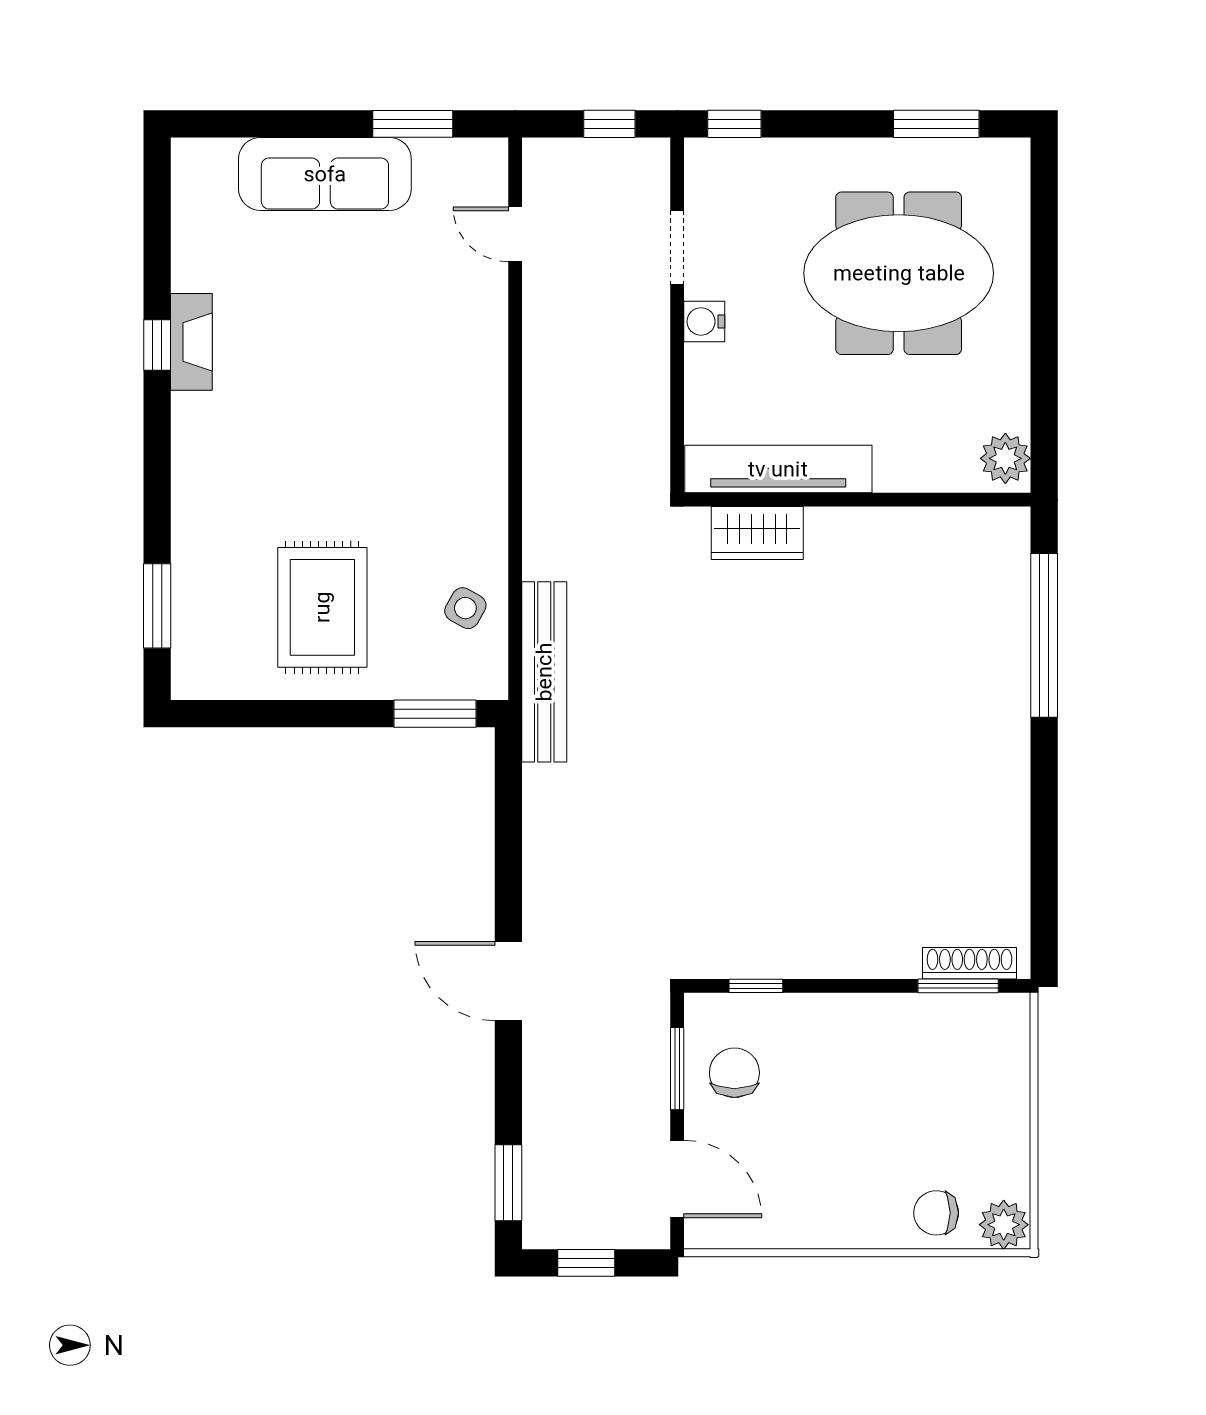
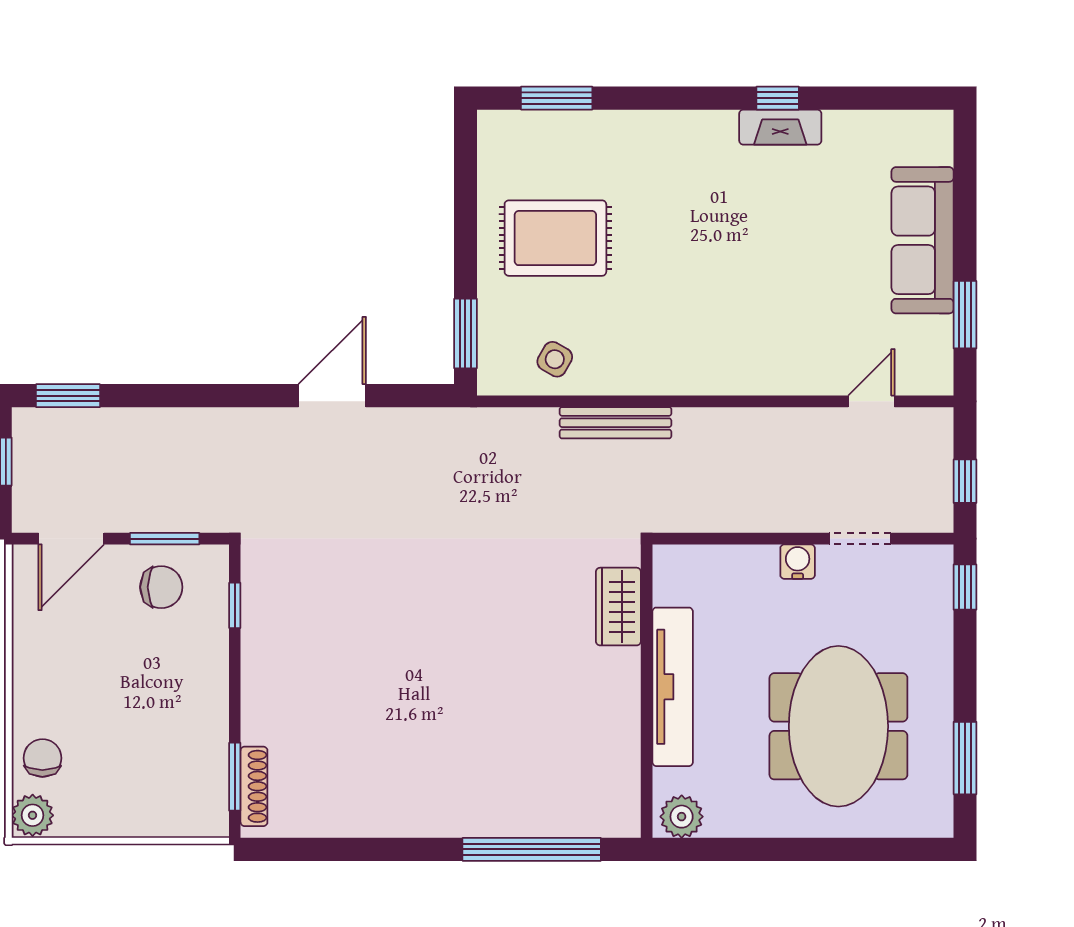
tv unit: (778, 469) -> (673, 687), moved
bench: (544, 672) -> (616, 423), moved, width x0.73, depth x0.82
door: (508, 981) -> (332, 396), moved

